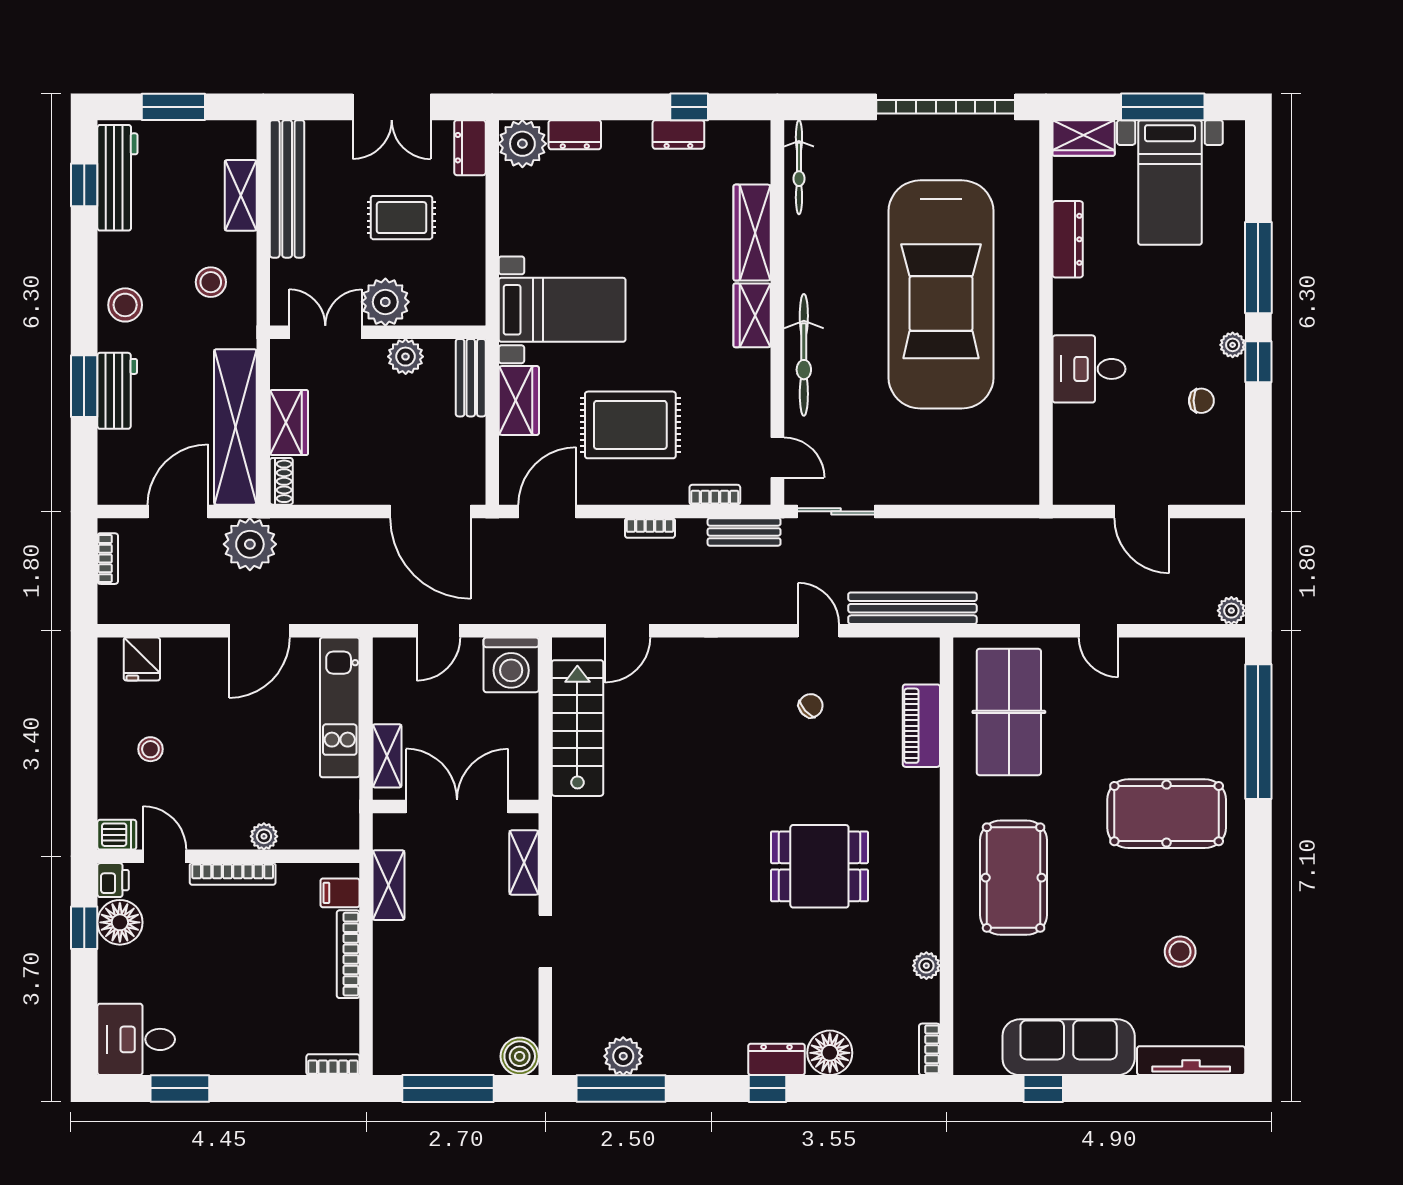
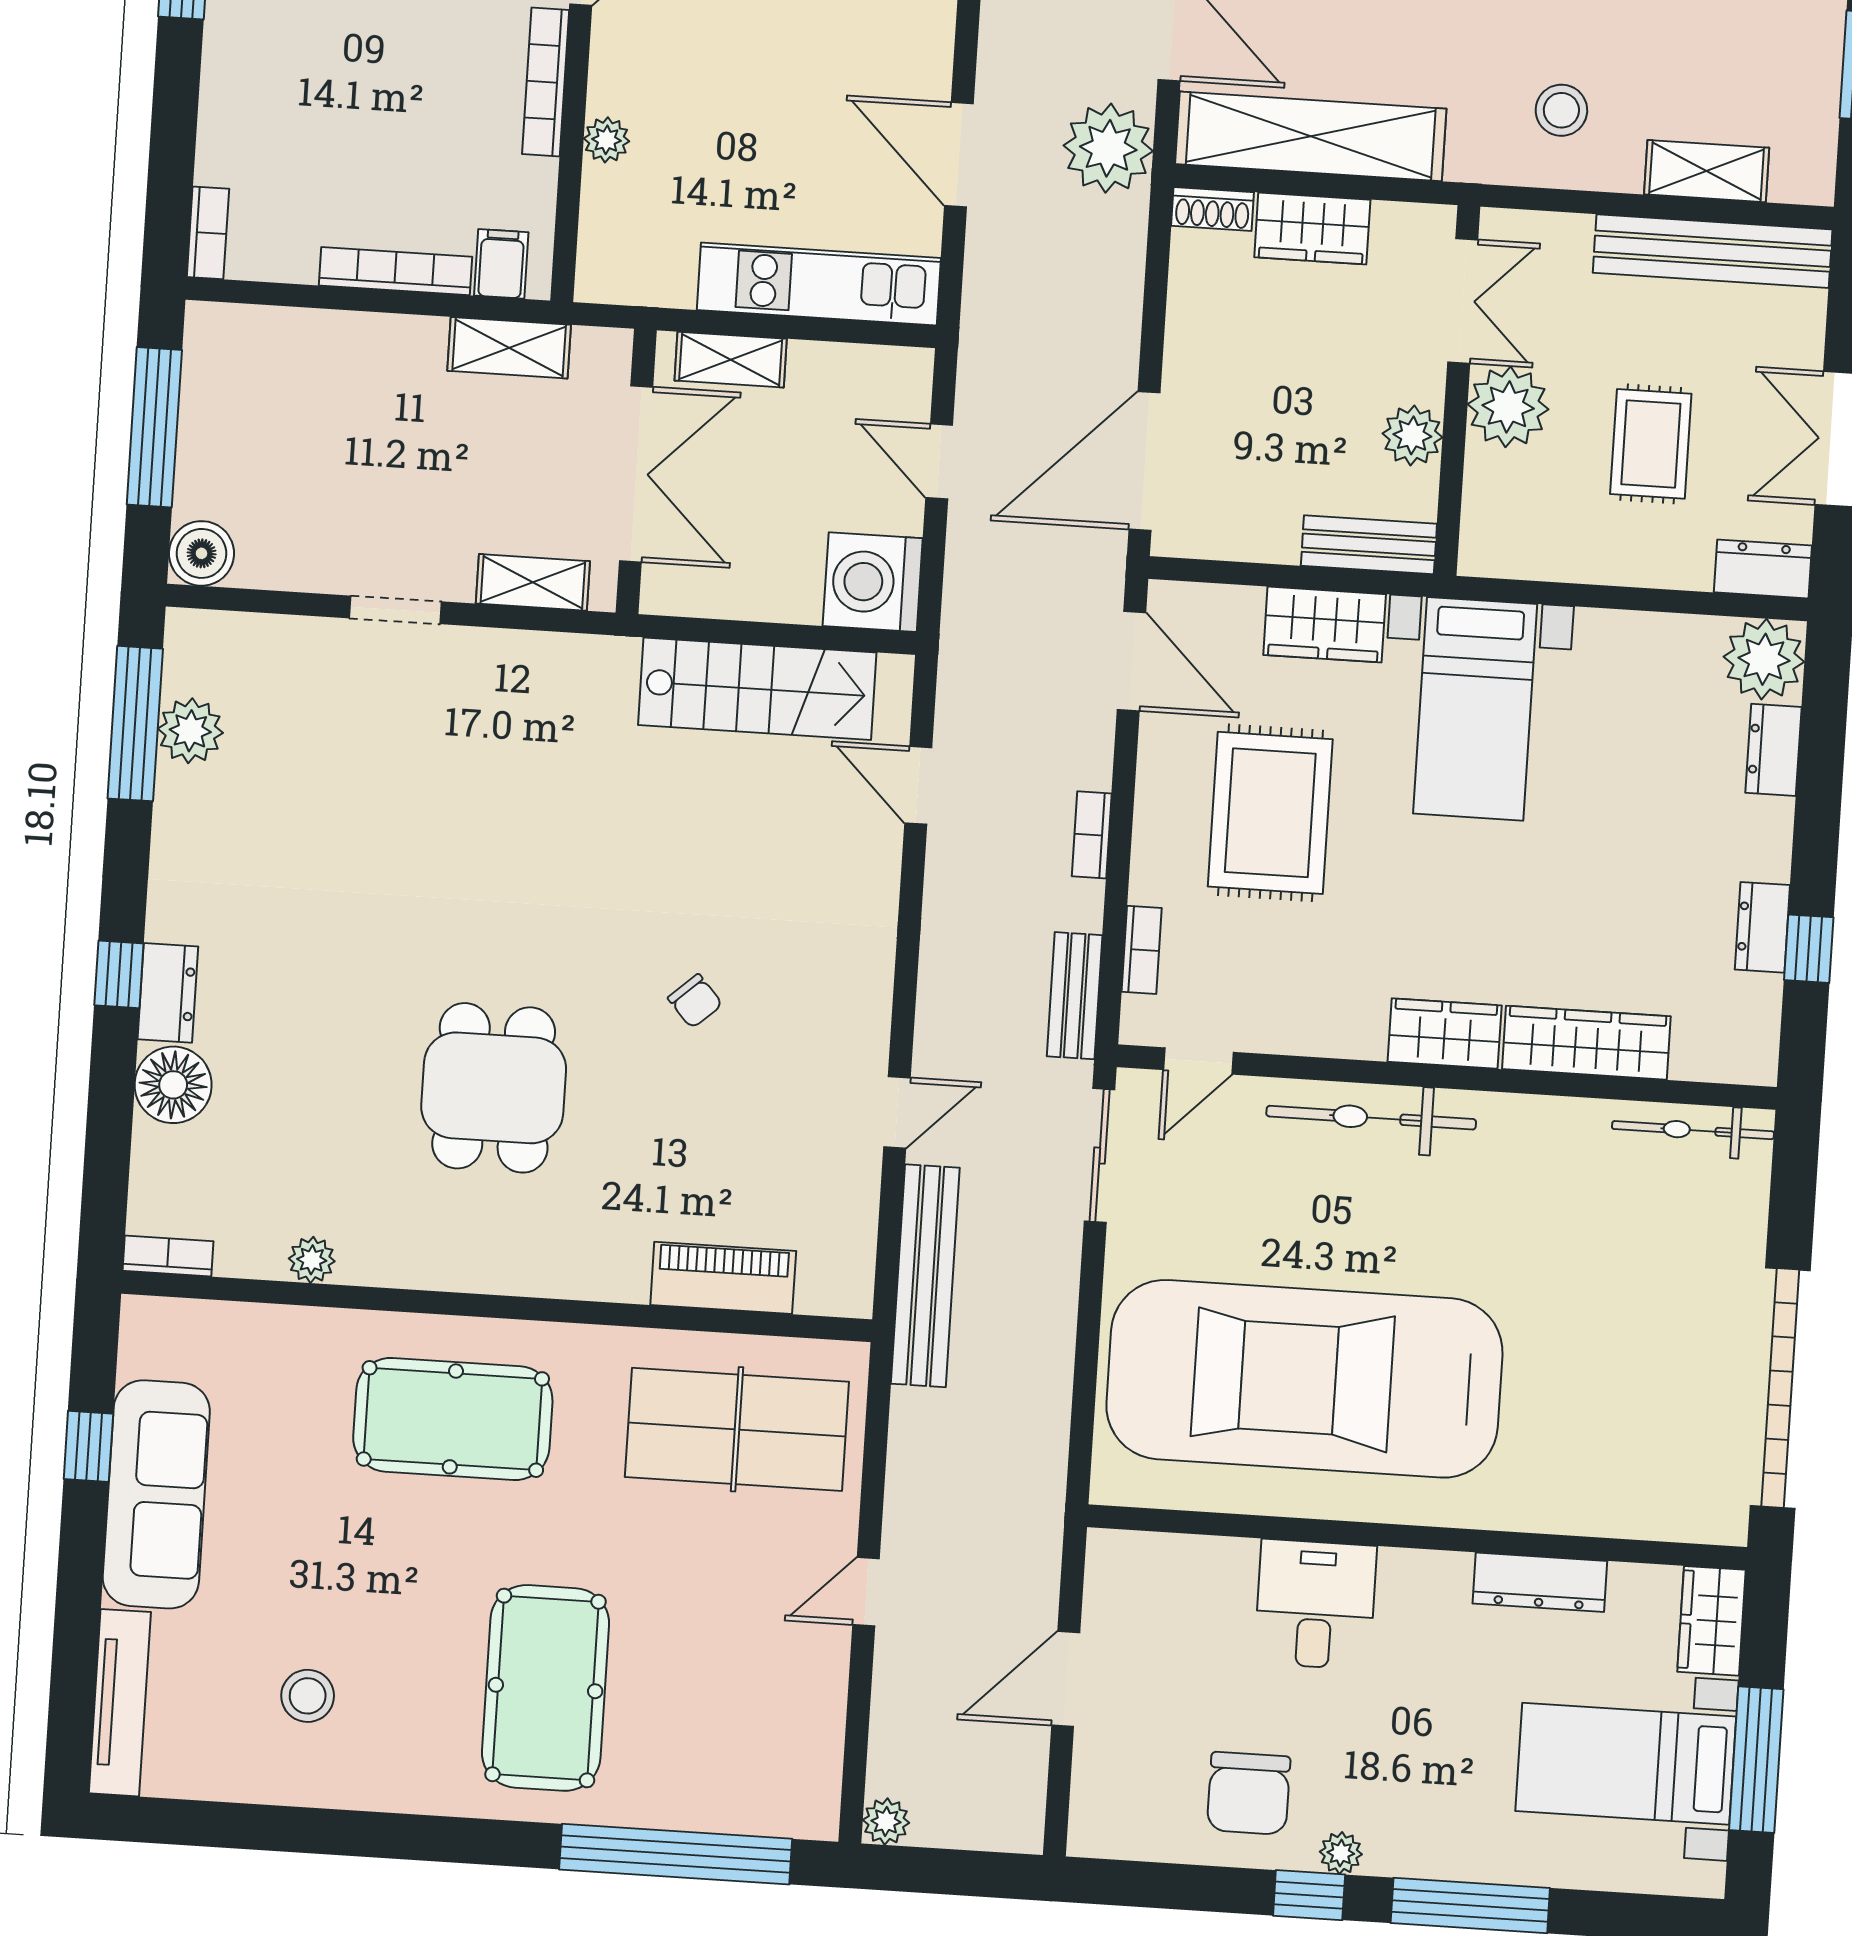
car: (941, 294) -> (1304, 1379), moved
chair: (1201, 401) -> (1249, 1793), width x1.87, depth x1.87
chair: (811, 706) -> (695, 1001), moved

